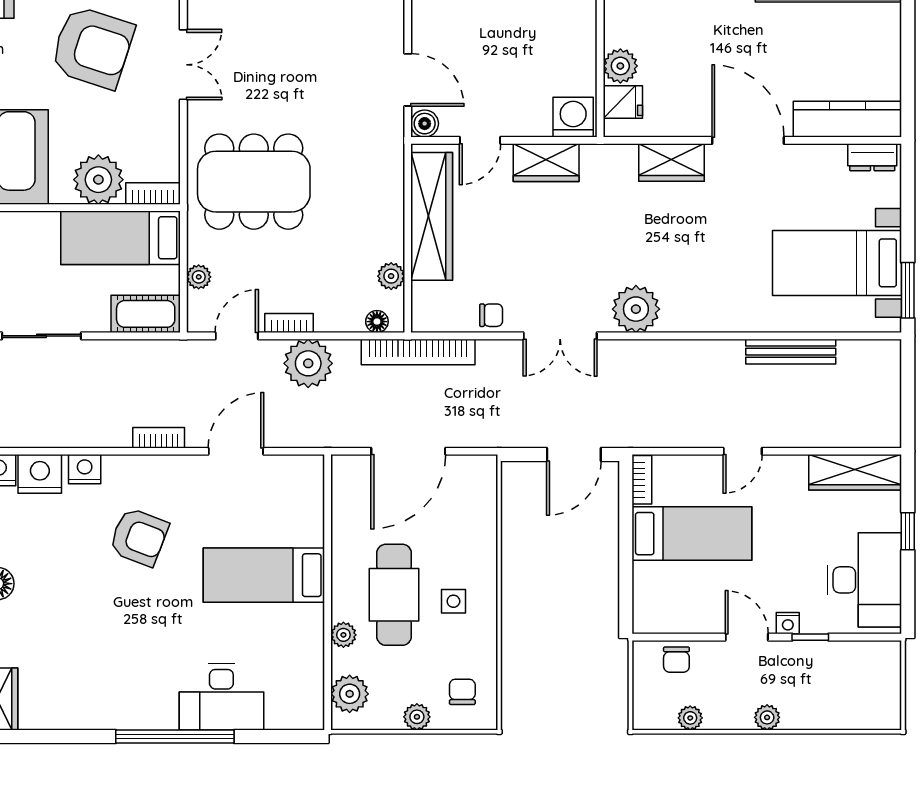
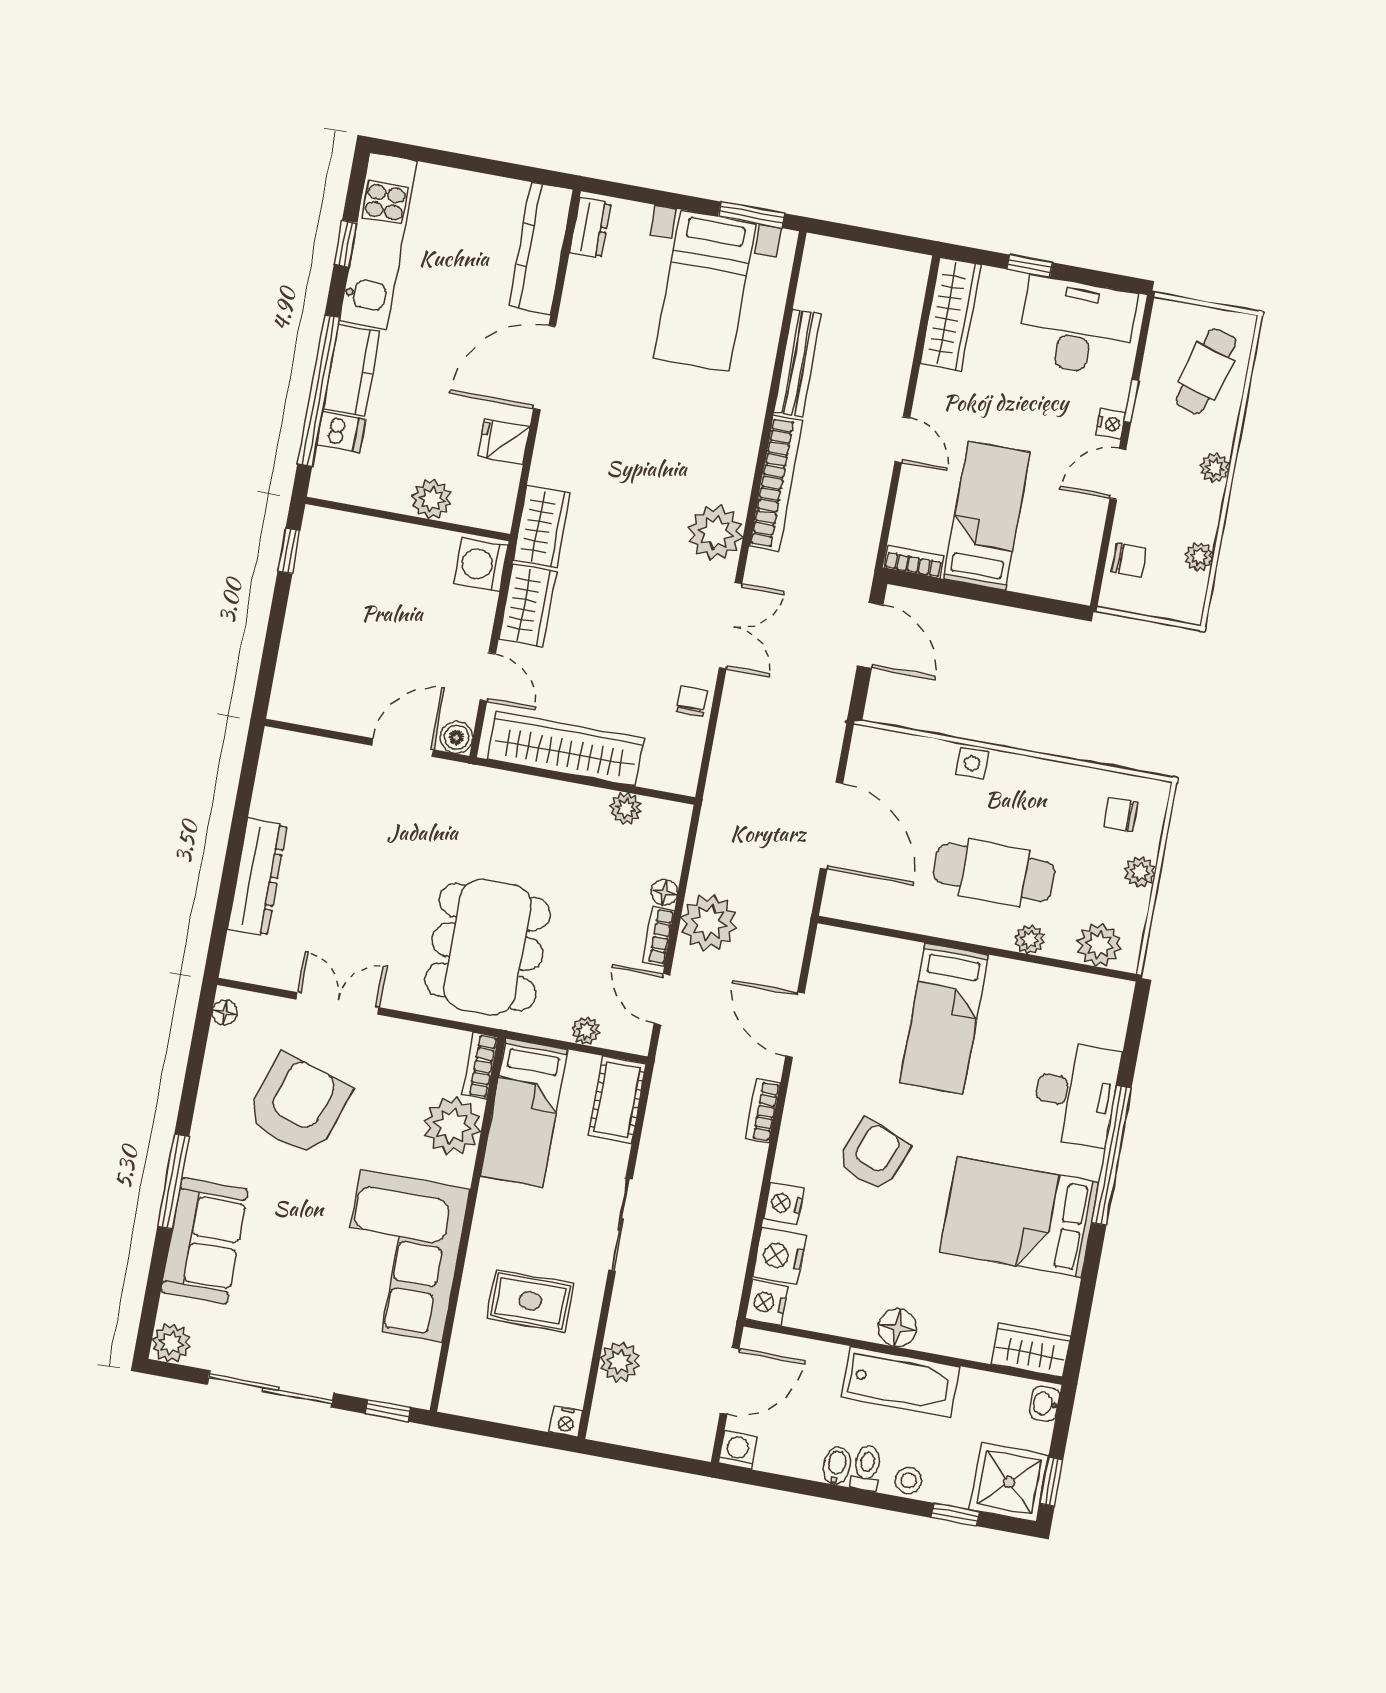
fridge: (623, 102) -> (504, 442), moved, turned -90
wardrobe: (671, 162) -> (542, 527), moved
floor lamp: (377, 322) -> (664, 892), moved
bookcase: (418, 352) -> (776, 483), moved
side table: (453, 601) -> (972, 763), moved
bed: (109, 669) -> (1019, 1217), added
cafe table: (847, 695) -> (1206, 371), added

